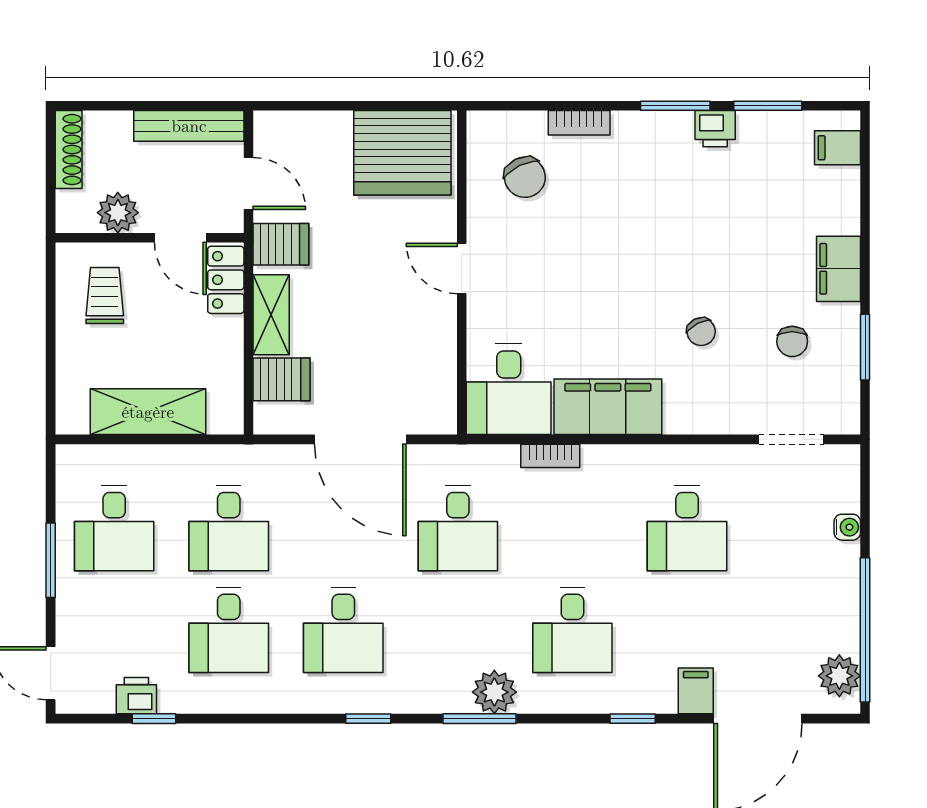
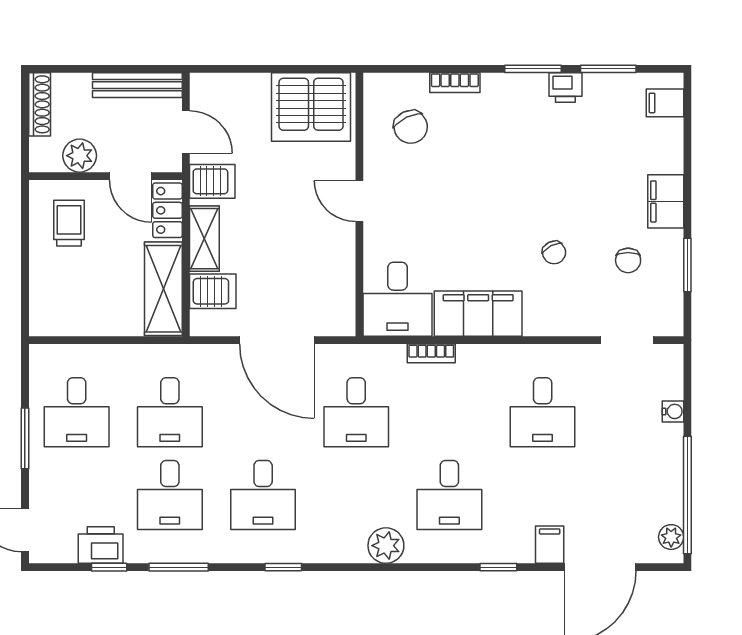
shelving: (148, 412) -> (163, 289), moved, turned 90
plant: (839, 676) -> (671, 537), width x0.73, depth x0.73
printer: (136, 696) -> (101, 545), width x1.36, depth x1.24
window: (480, 719) -> (179, 567), moved

